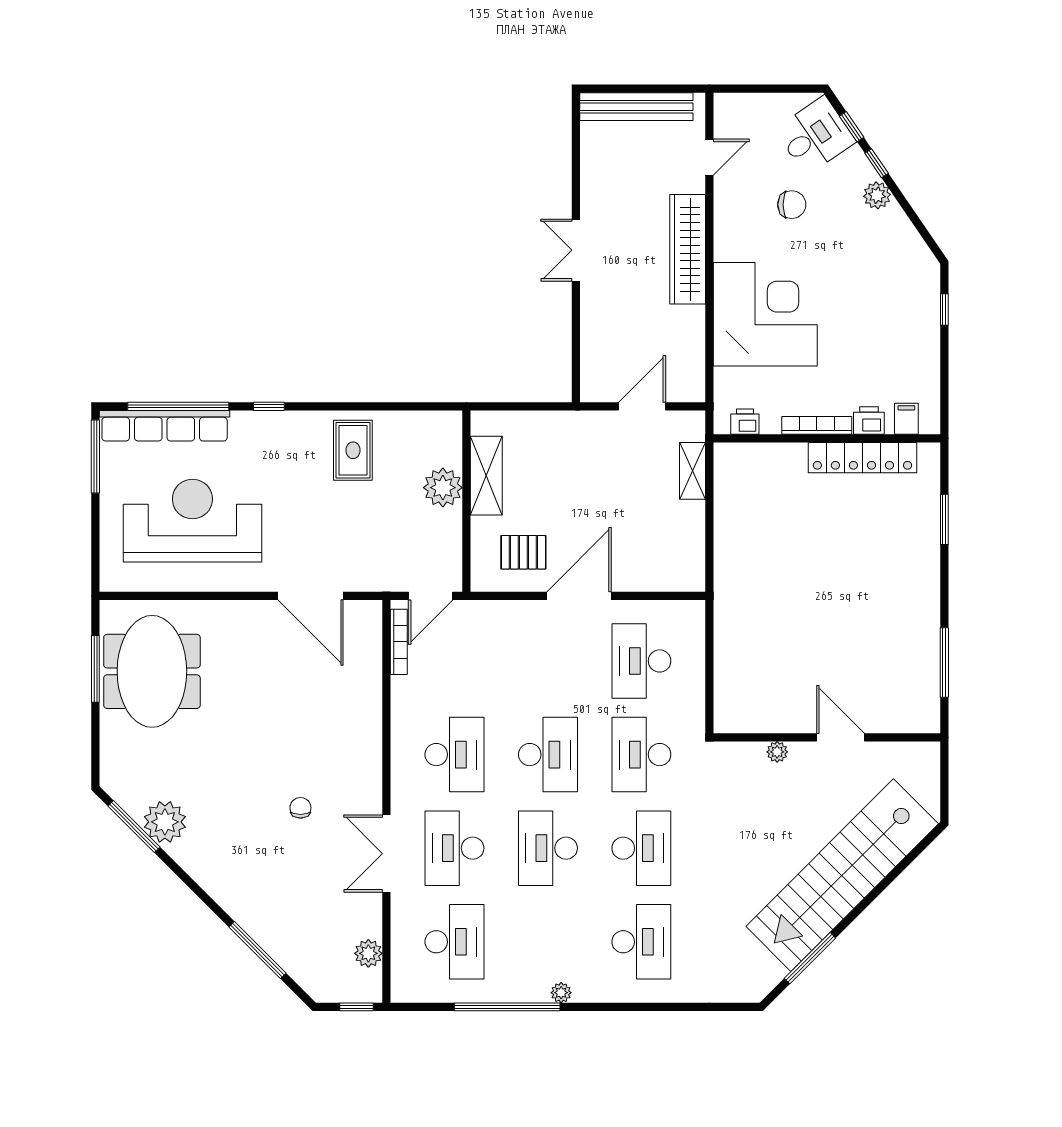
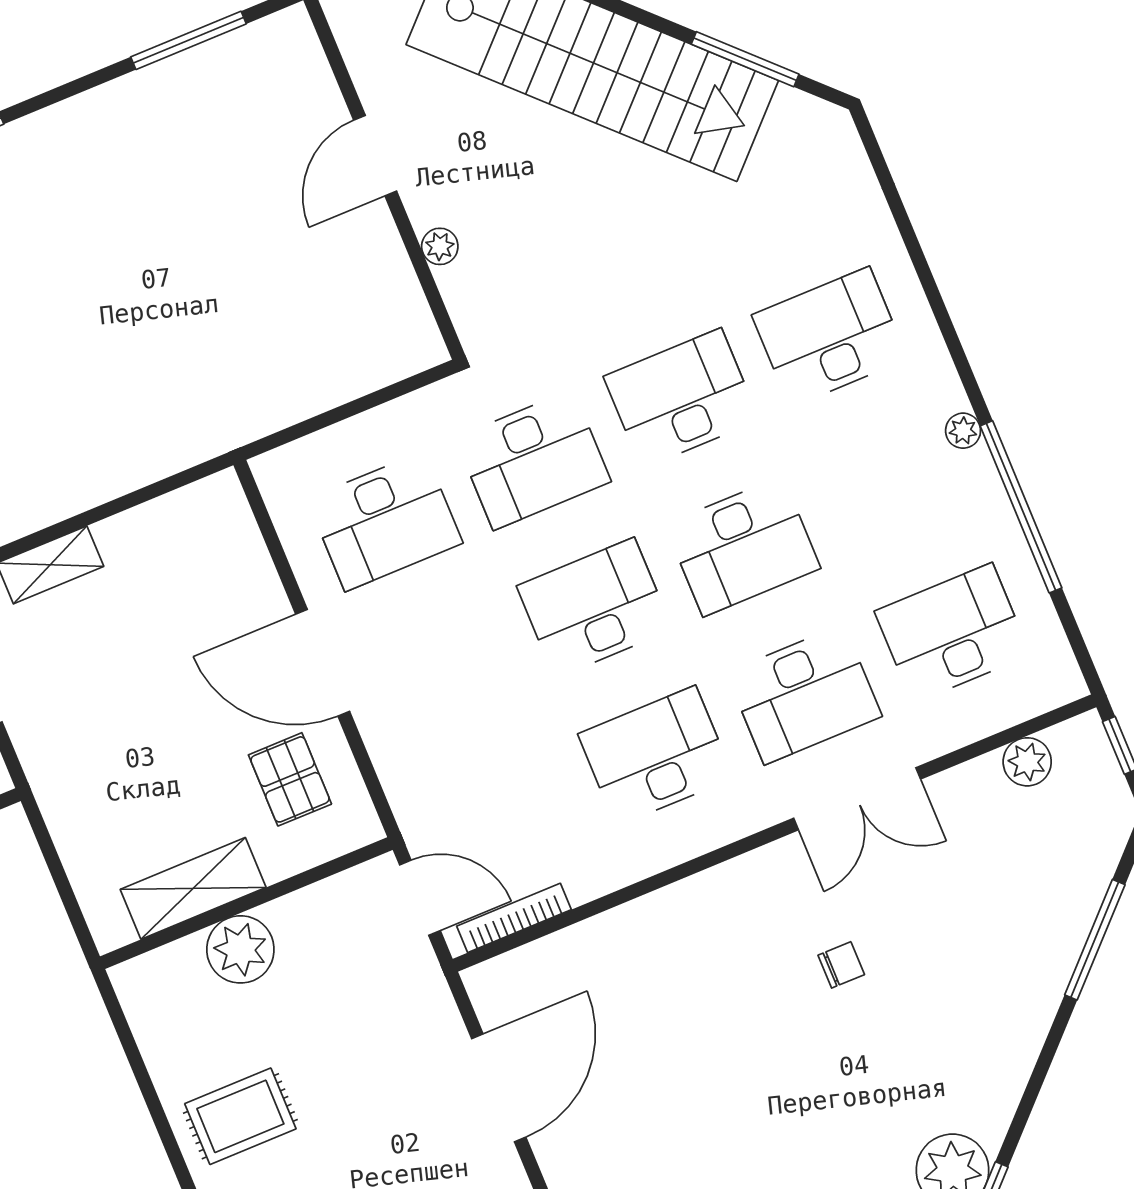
chair: (300, 808) -> (841, 965), turned 180

